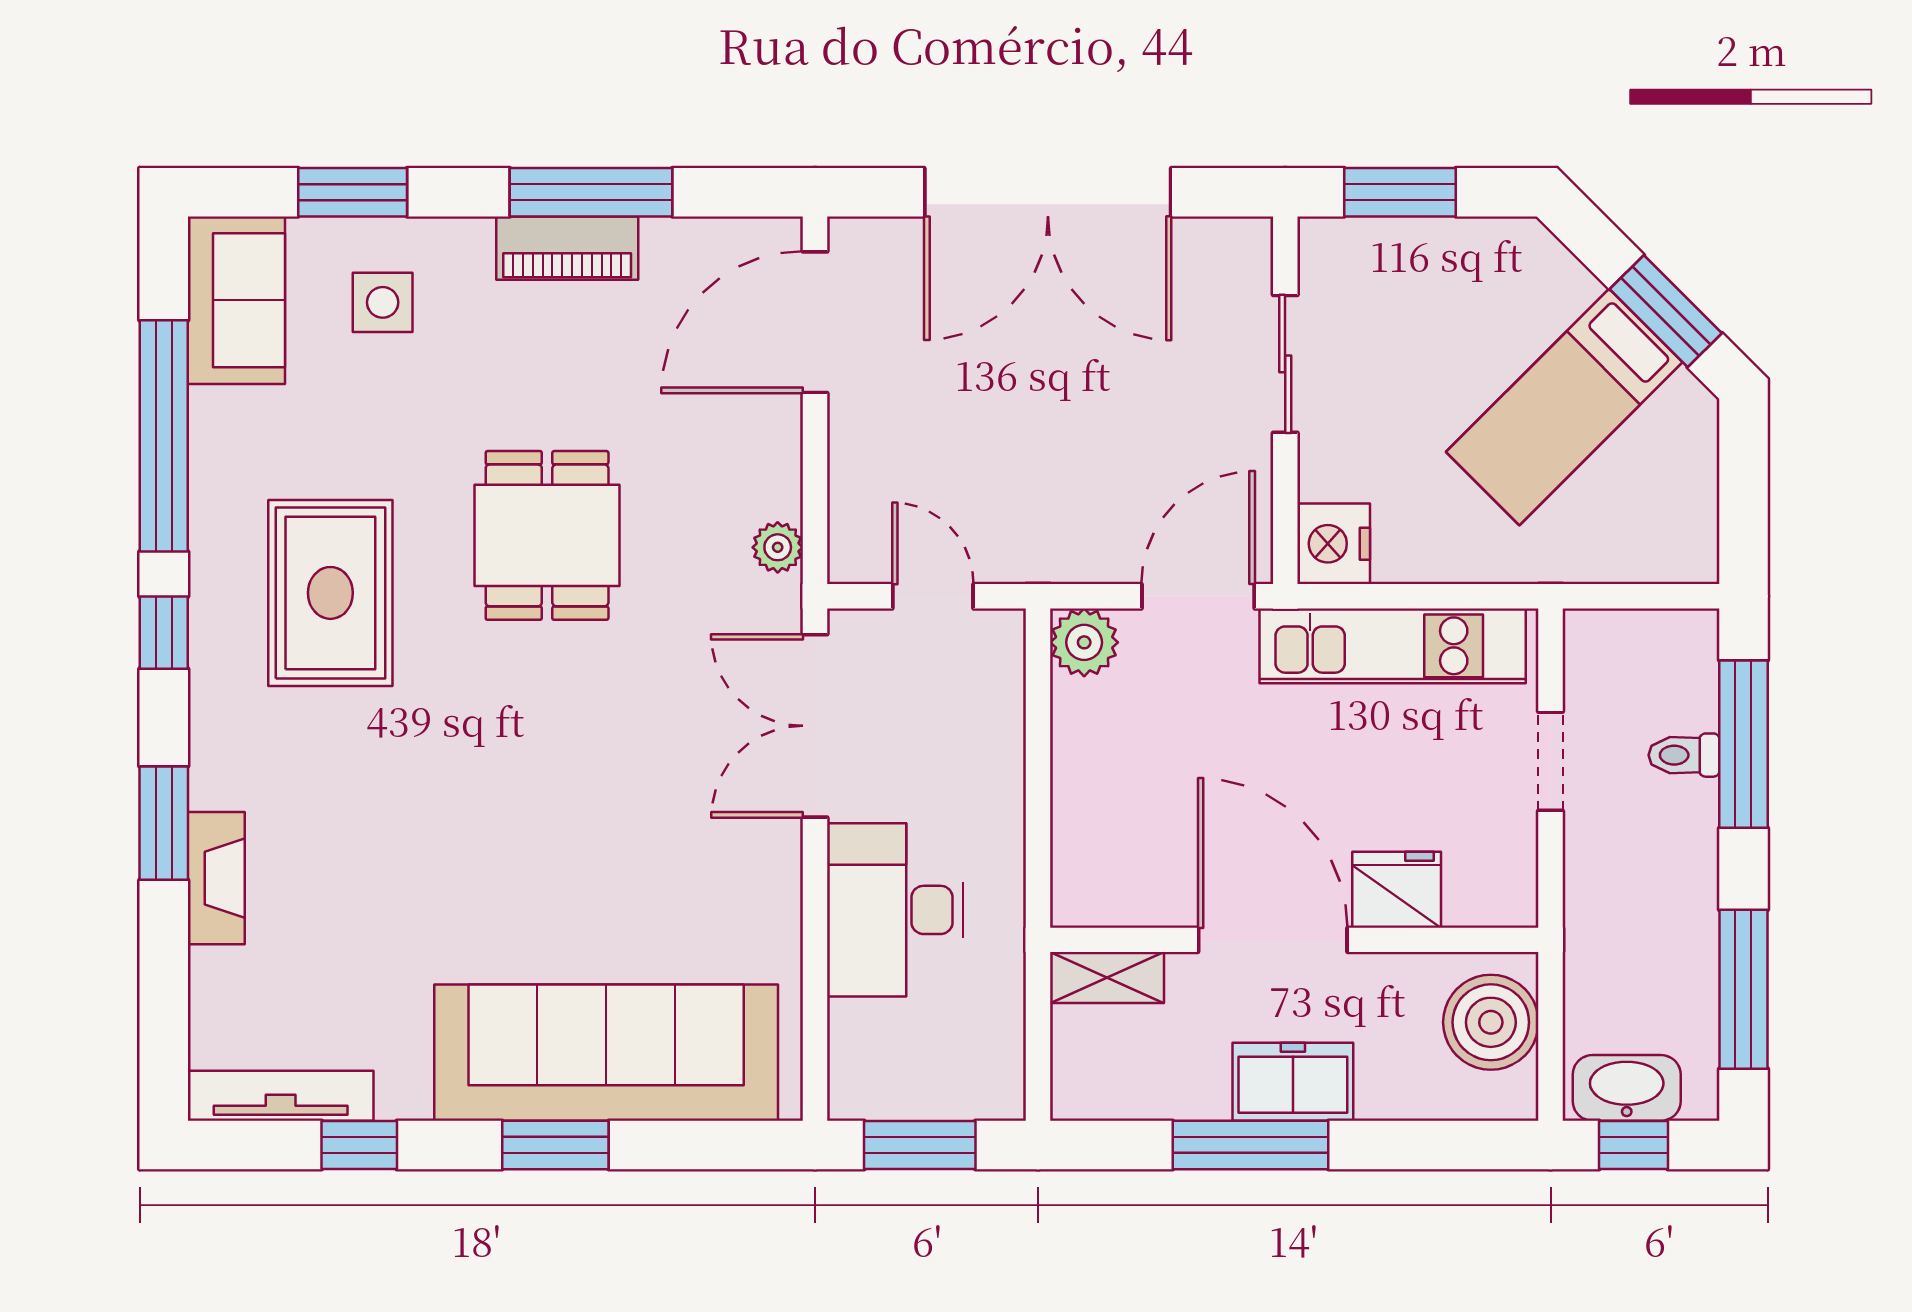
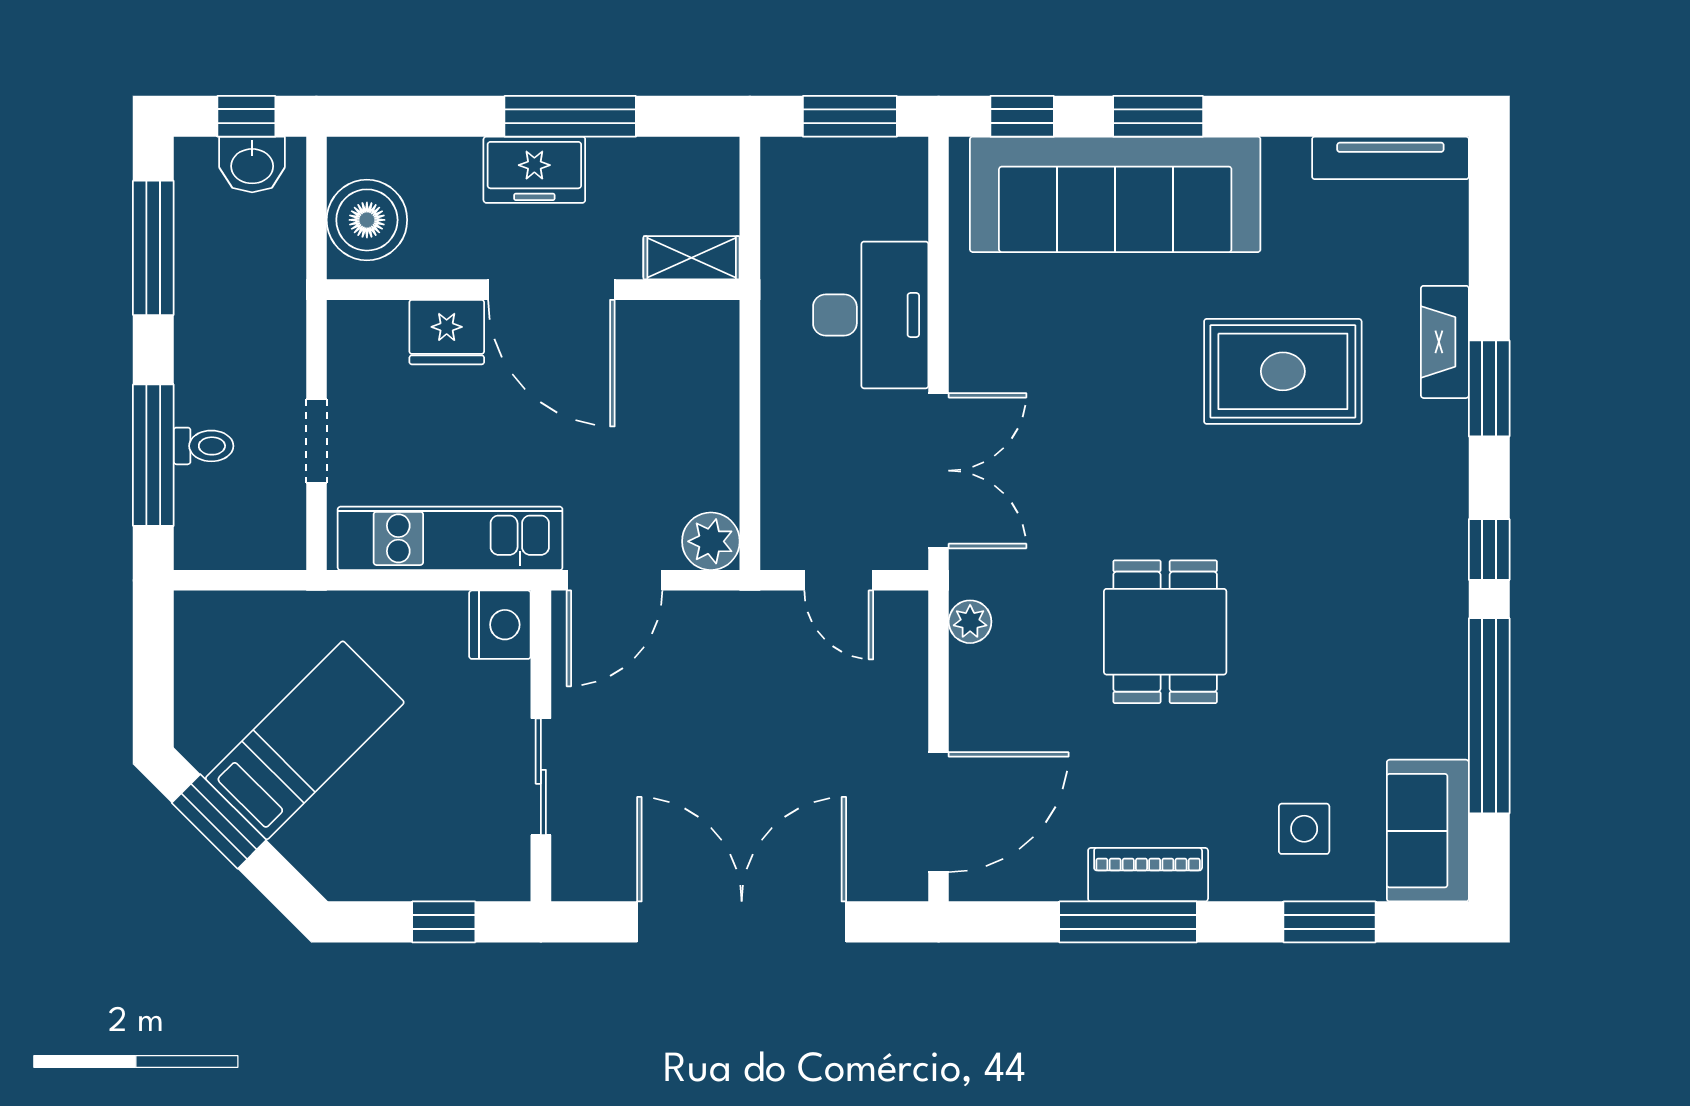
window: (1400, 192) -> (444, 922), width x0.67
rug: (330, 593) -> (1283, 371), moved, turned 90
washbasin: (1627, 1088) -> (252, 165), width x0.72
window: (359, 1145) -> (1022, 116), moved

